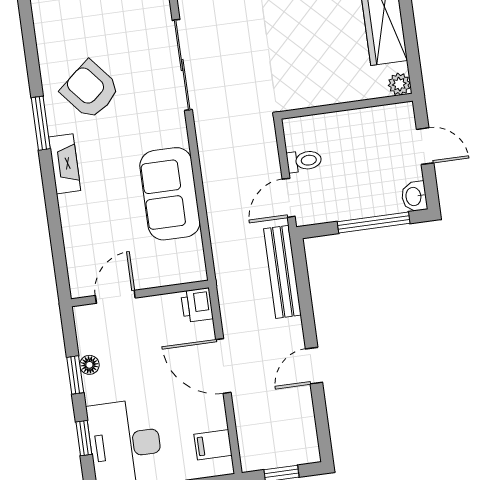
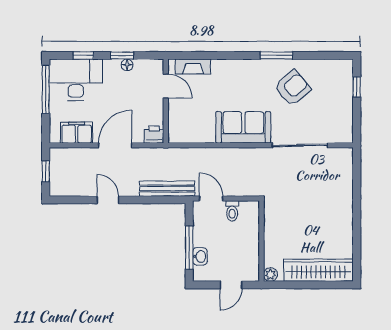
fireplace: (65, 164) -> (193, 66), moved
sofa: (170, 194) -> (243, 127), moved
washbasin: (414, 196) -> (200, 256), moved, turned 90
filing cabinet: (213, 445) -> (77, 133), width x2.00

